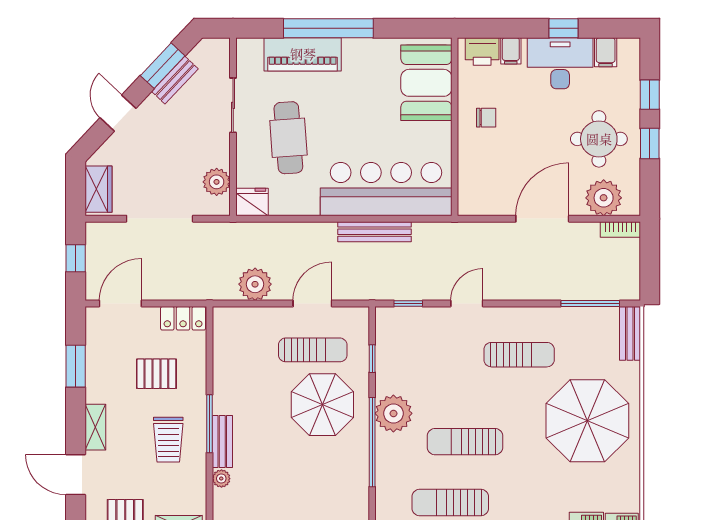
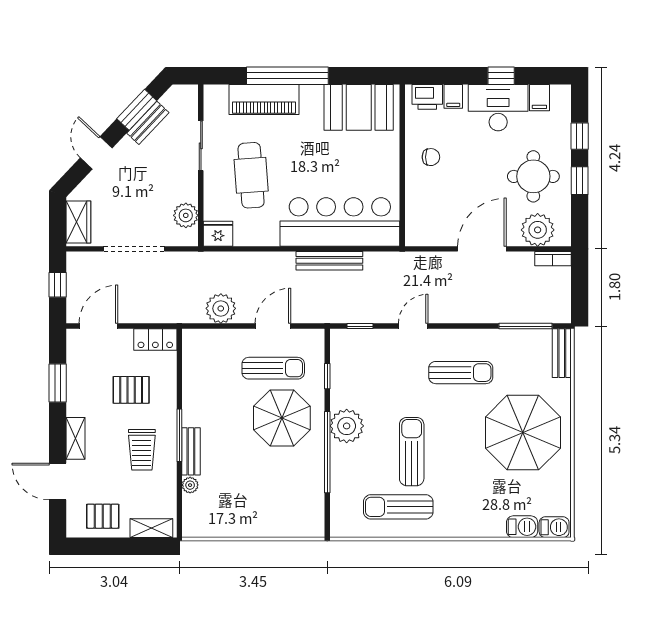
booth: (426, 83) -> (359, 107), moved, turned 90
sun lounger: (465, 442) -> (412, 452), turned 90

